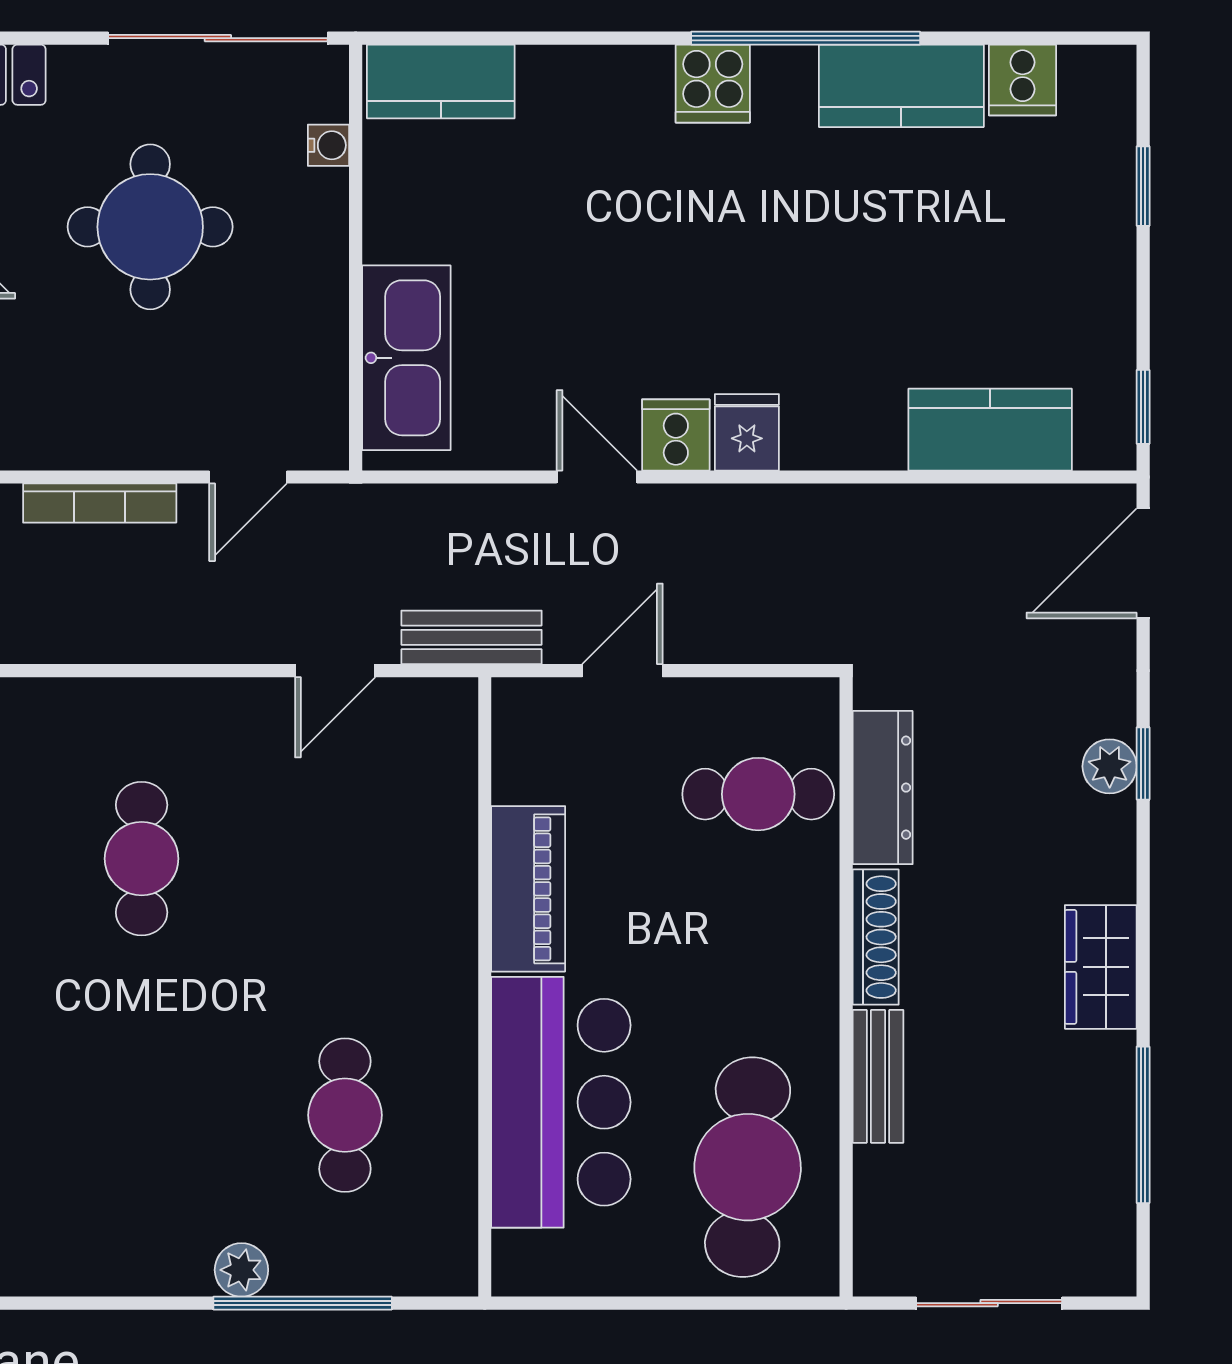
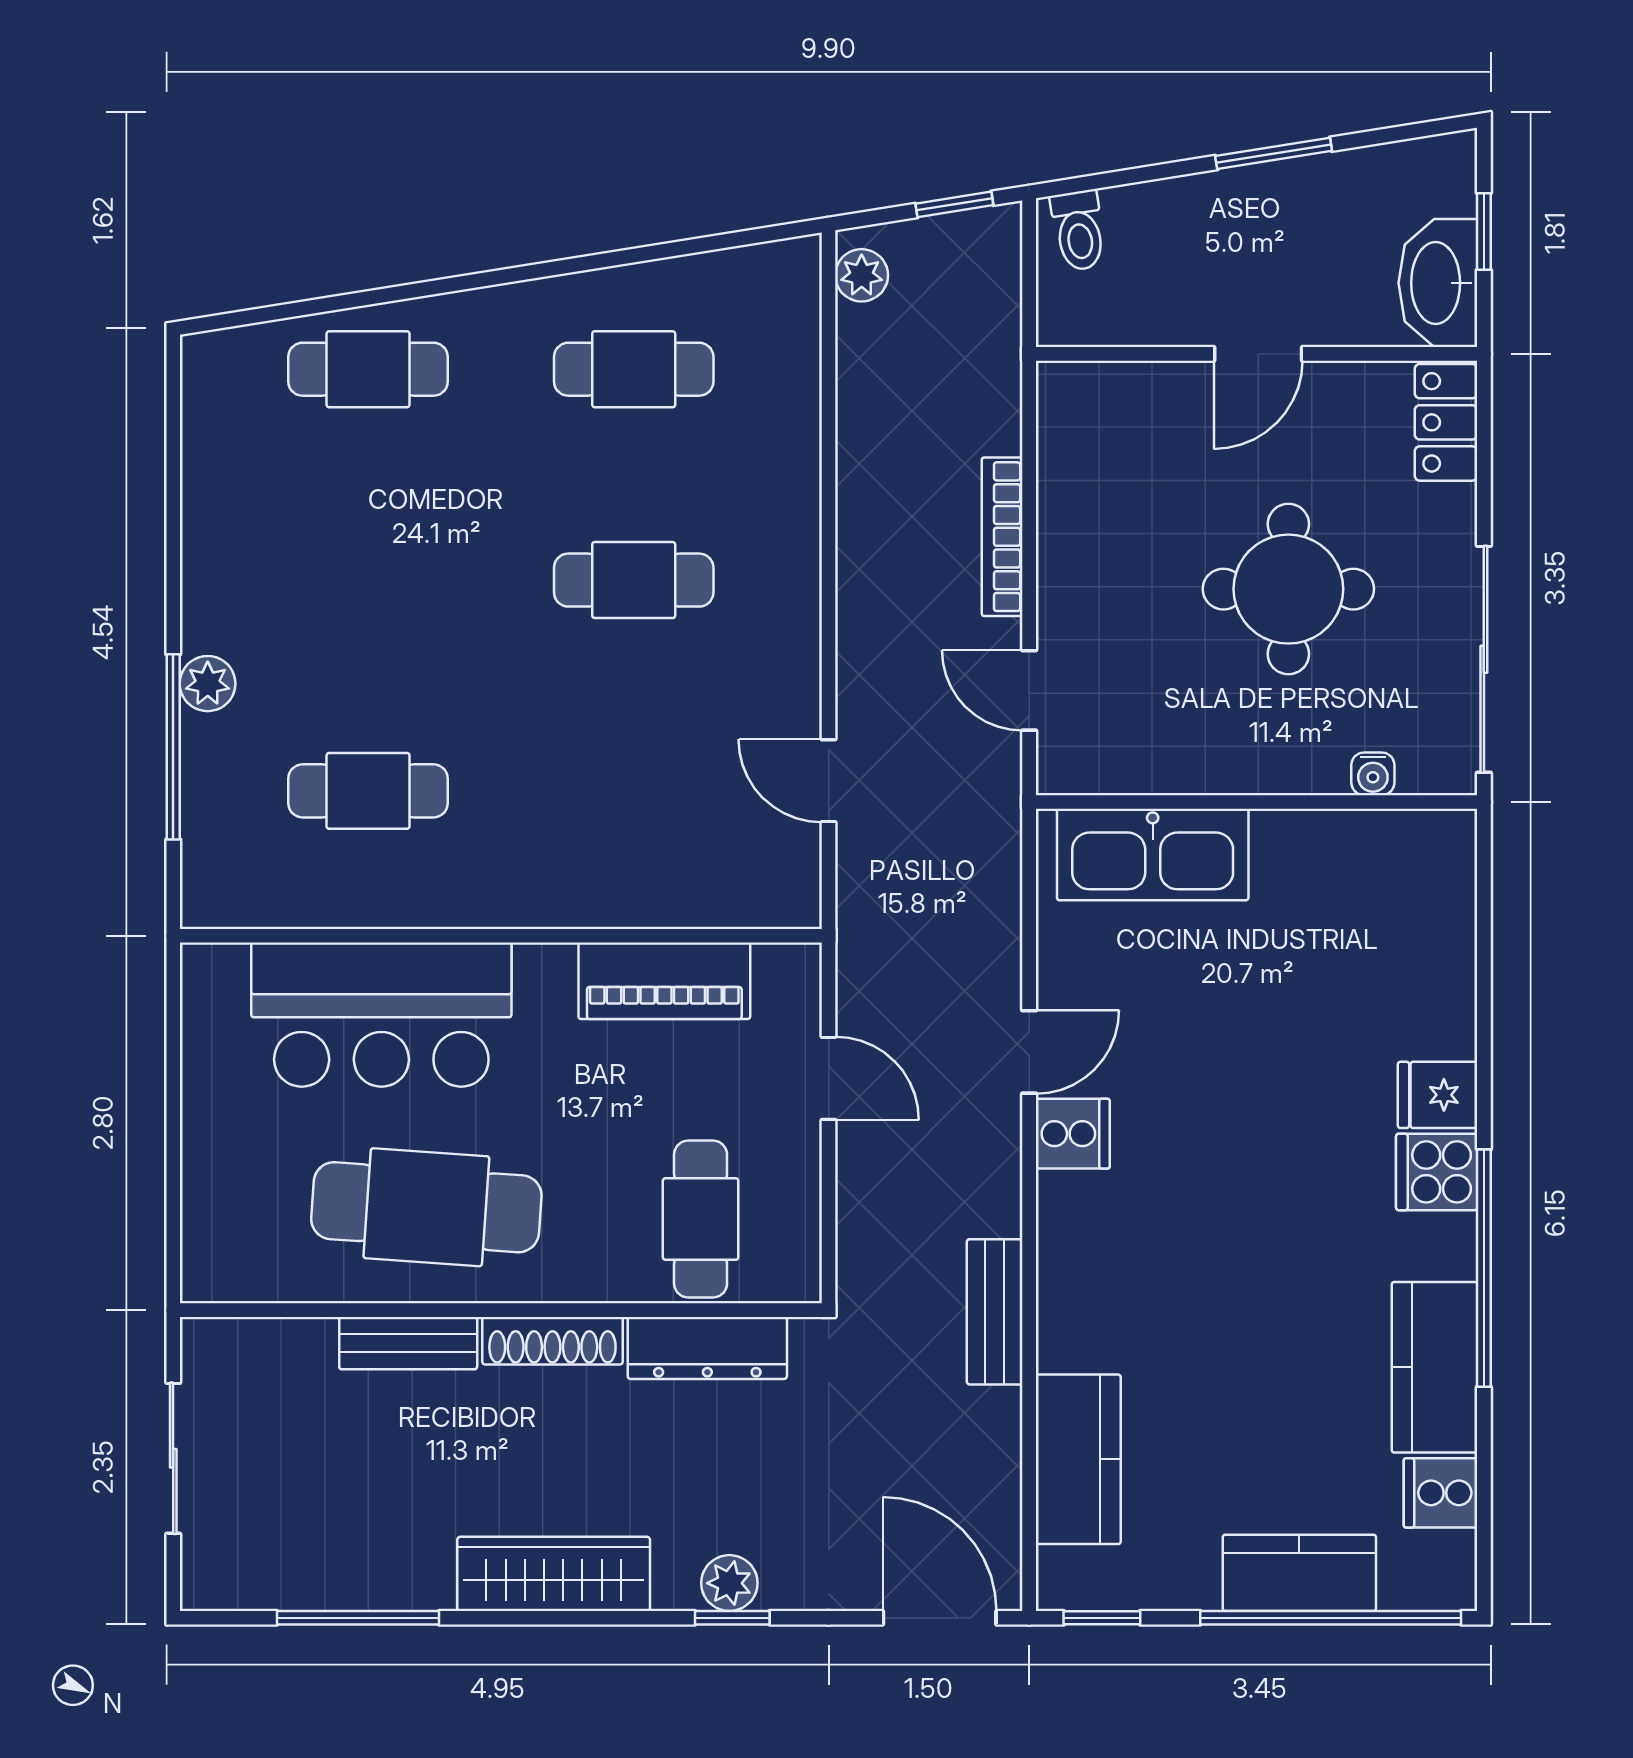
kitchen counter: (441, 81) -> (1299, 1573), moved, turned 90
window: (1143, 186) -> (1331, 1618), width x3.17
fridge: (747, 432) -> (1438, 1095), moved, turned 180
bench: (471, 637) -> (995, 1312), moved
piano: (528, 889) -> (664, 981), moved
wardrobe: (1101, 967) -> (554, 1574), width x1.50
cafe table: (748, 1167) -> (426, 1207), moved

